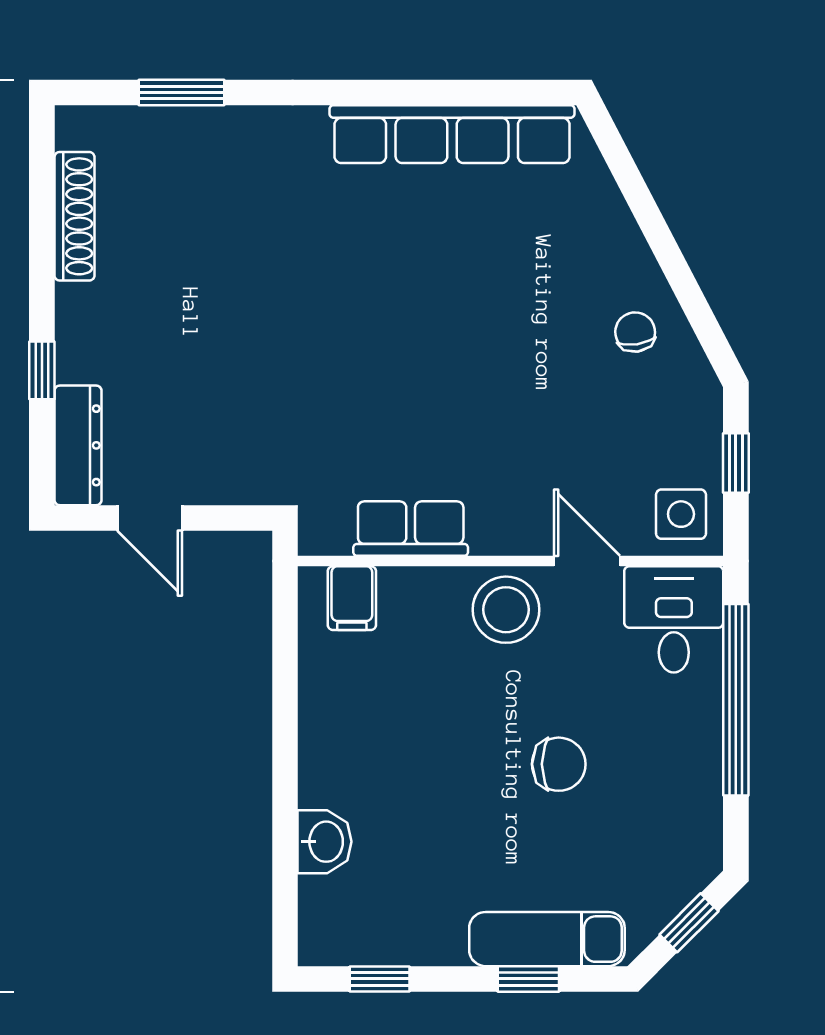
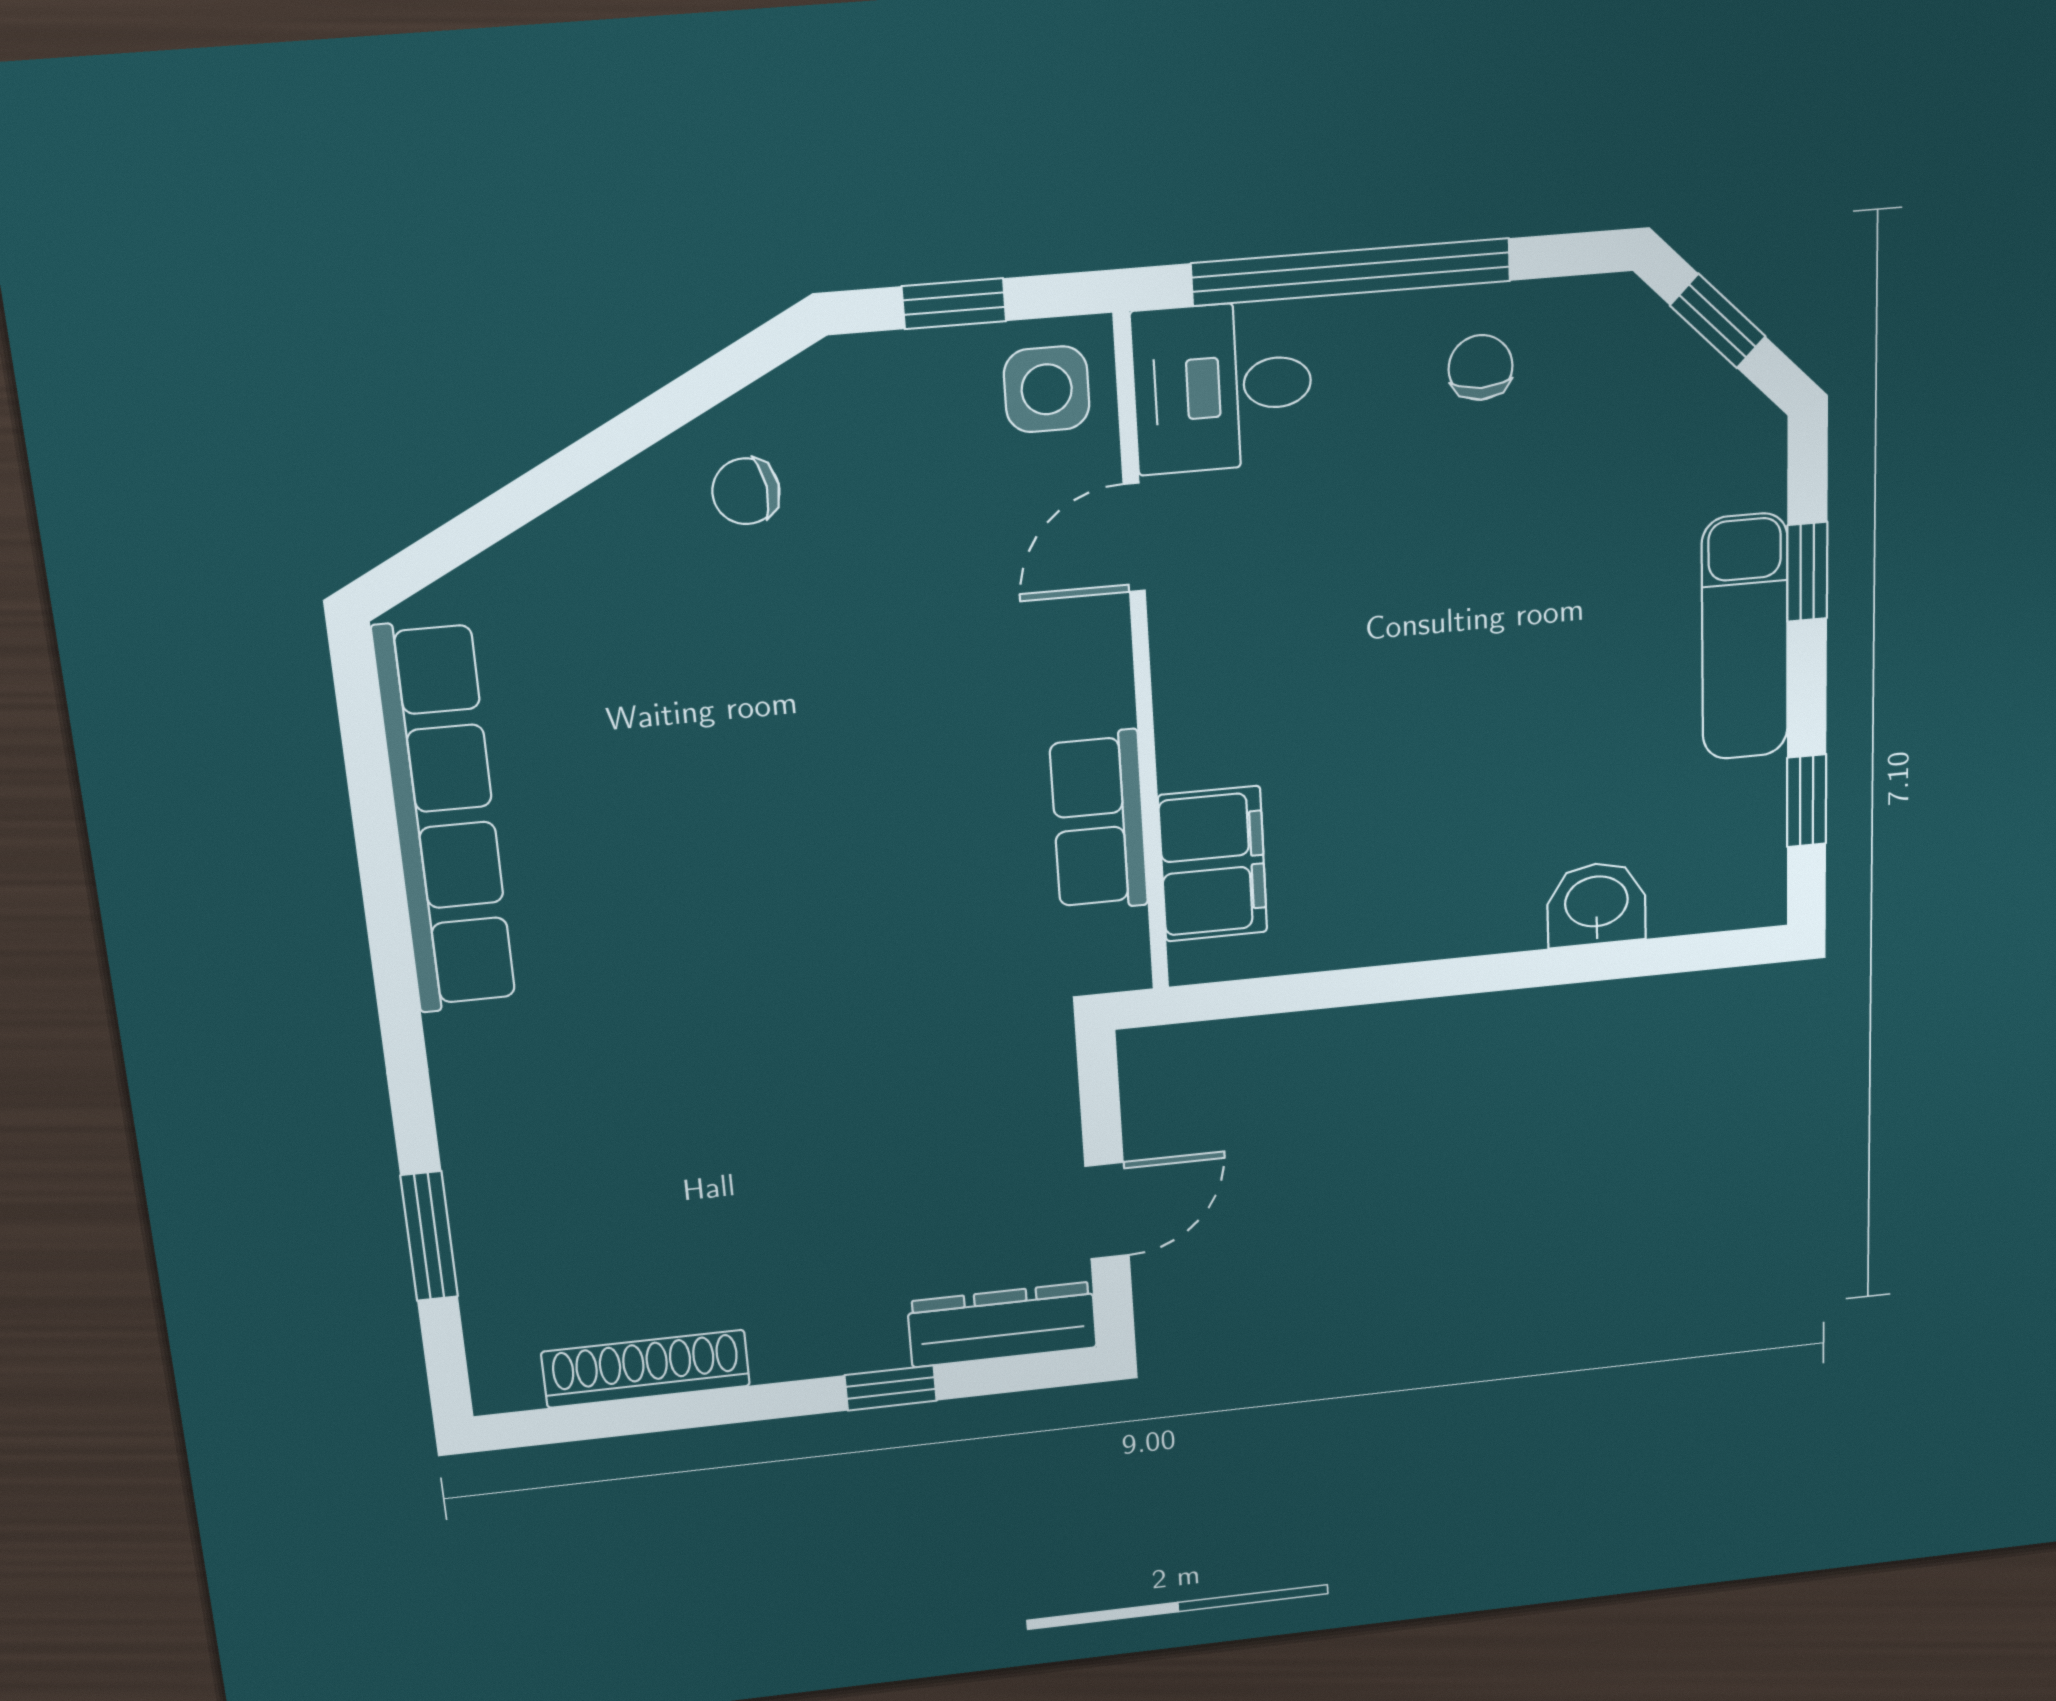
filing cabinet: (352, 598) -> (1213, 864), width x2.00
stool: (506, 610) -> (1221, 660), removed
chair: (559, 764) -> (1481, 367), moved, width x0.73, depth x0.73
exam couch: (547, 939) -> (1745, 637), moved

